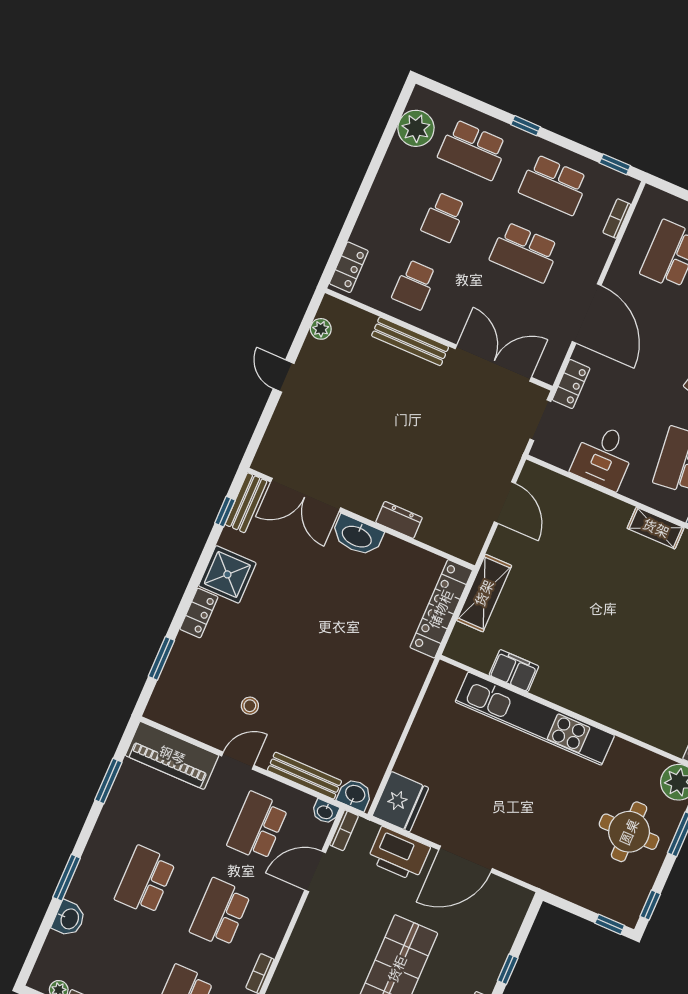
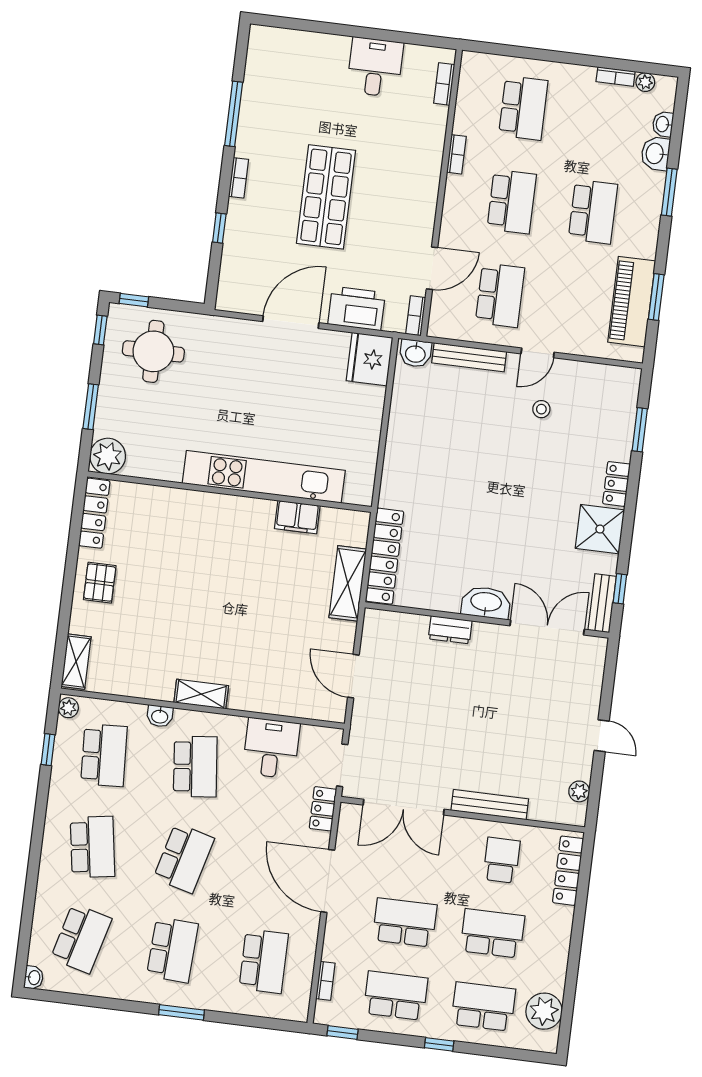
school desk: (444, 217) -> (492, 933), width x1.85
locker: (349, 267) -> (568, 871), width x1.53
piano: (172, 755) -> (632, 302), moved, turned -90
washbasin: (325, 812) -> (663, 124), moved, turned -90
round table: (629, 832) -> (153, 351), moved

